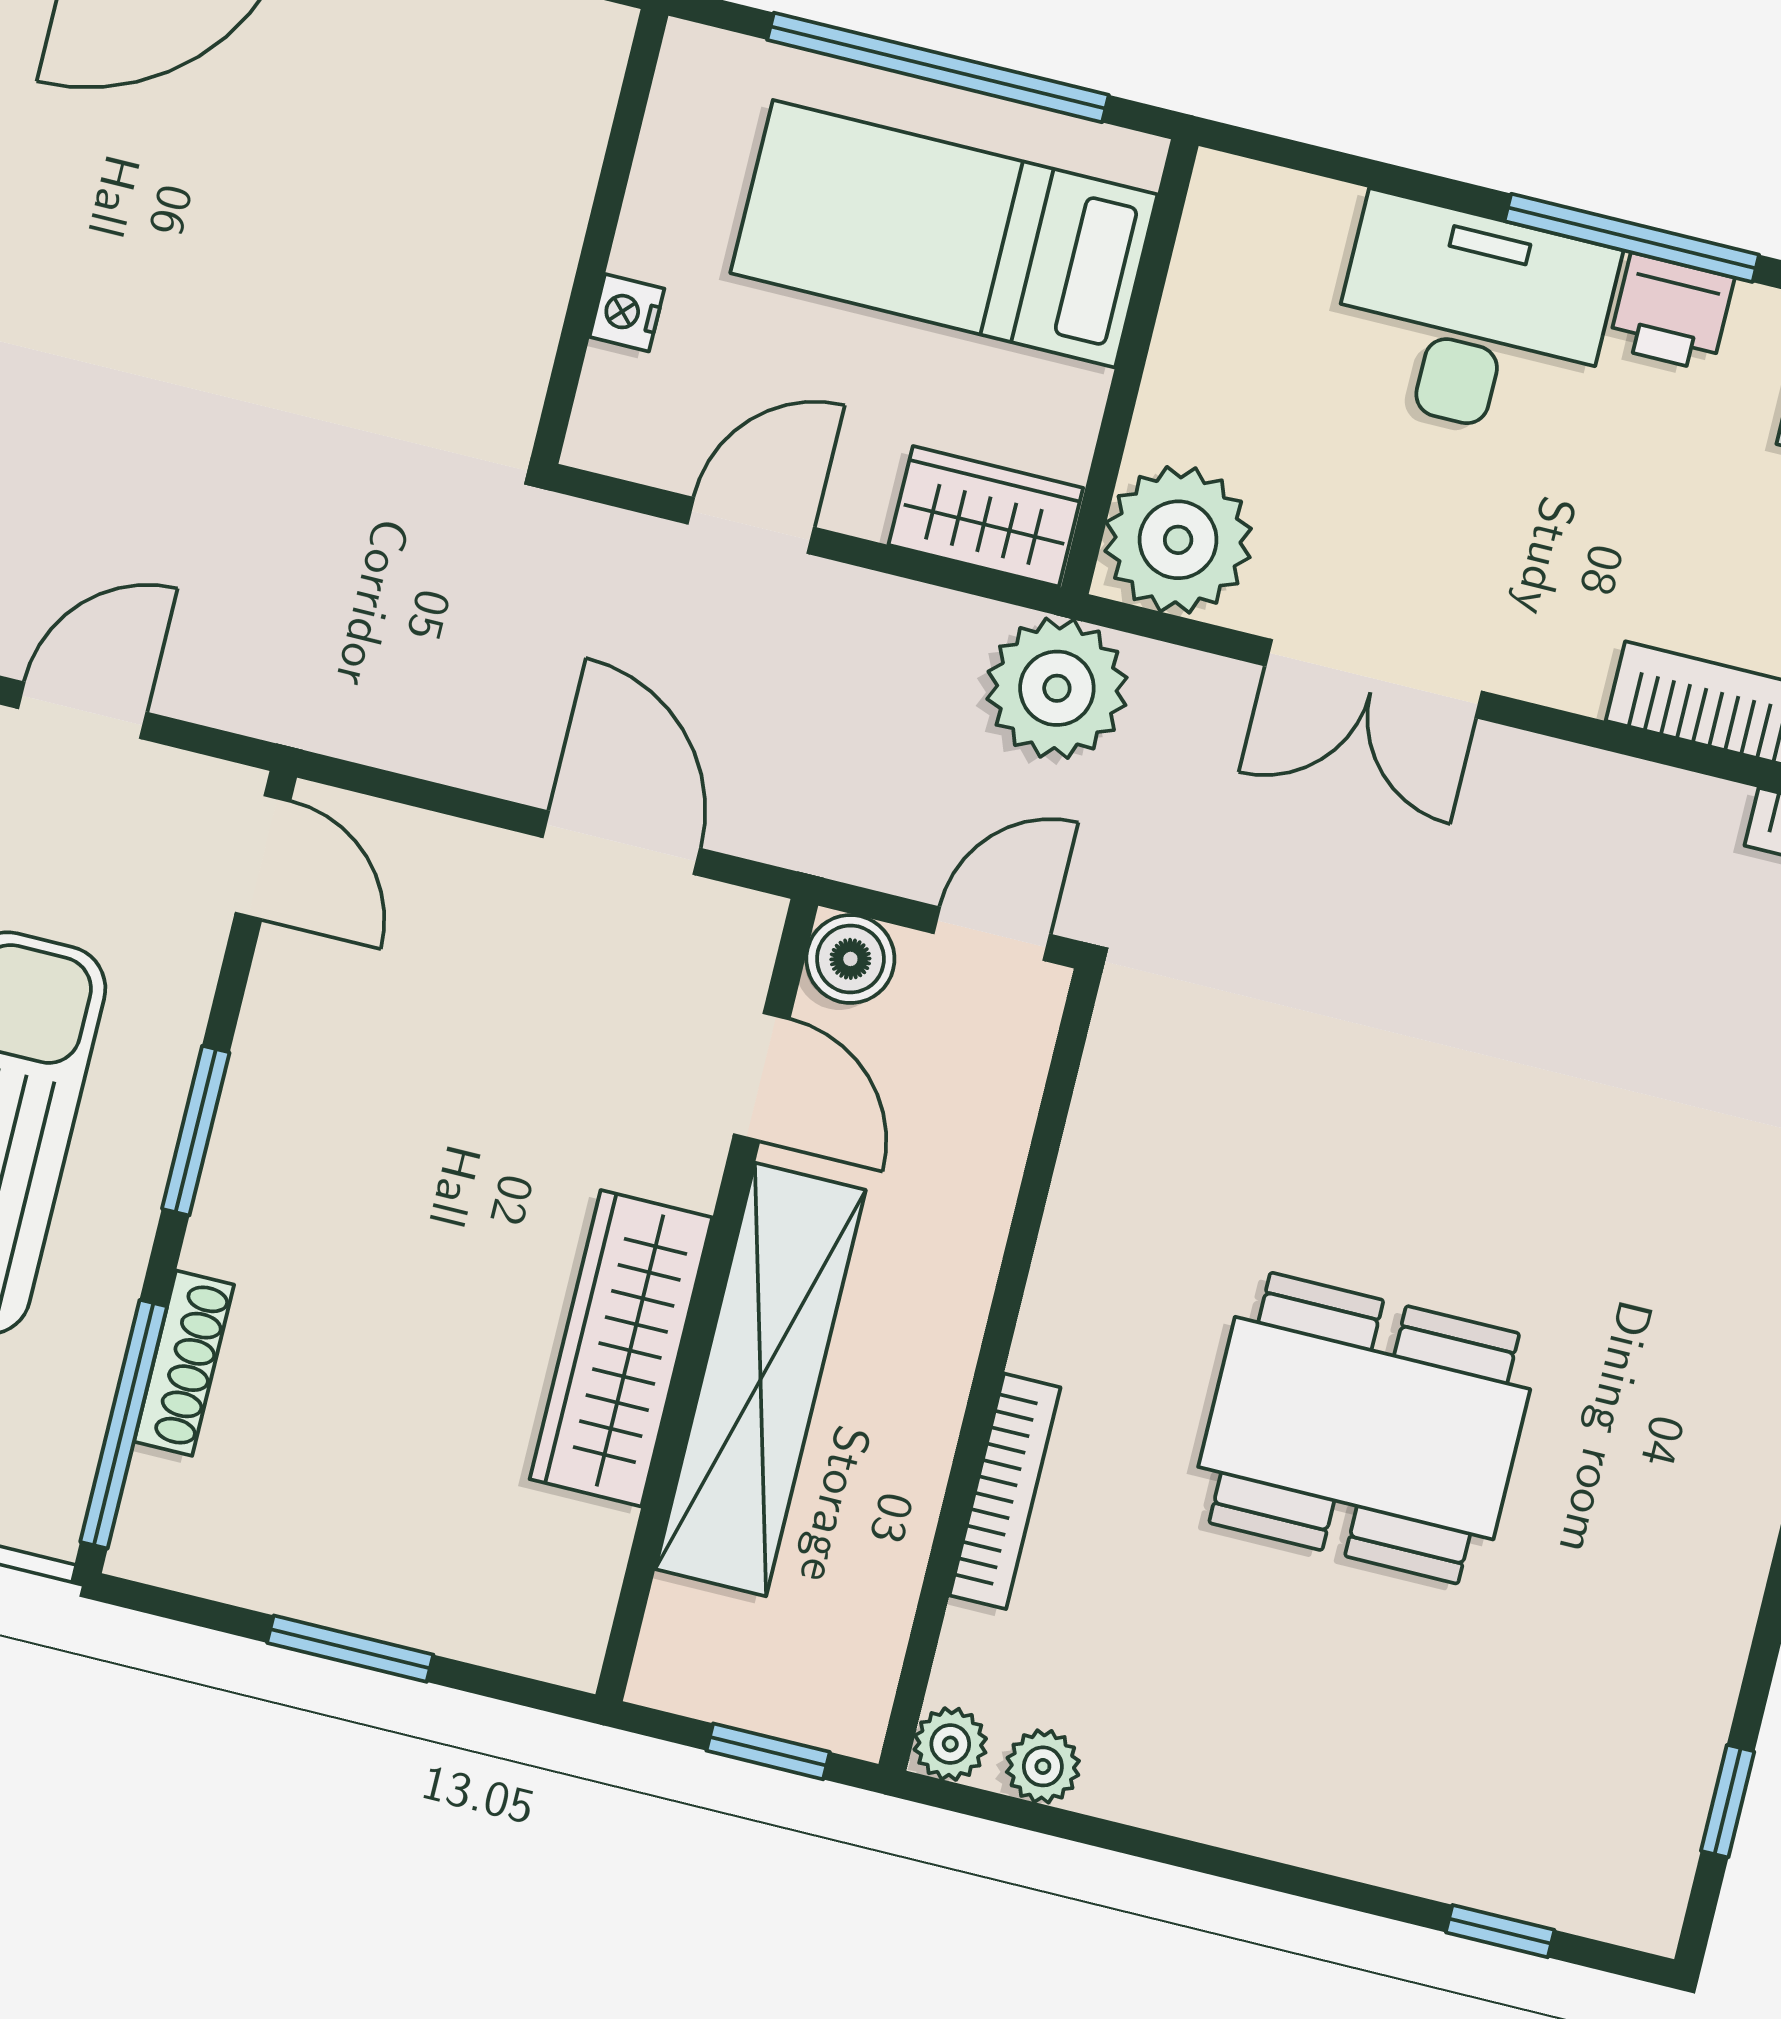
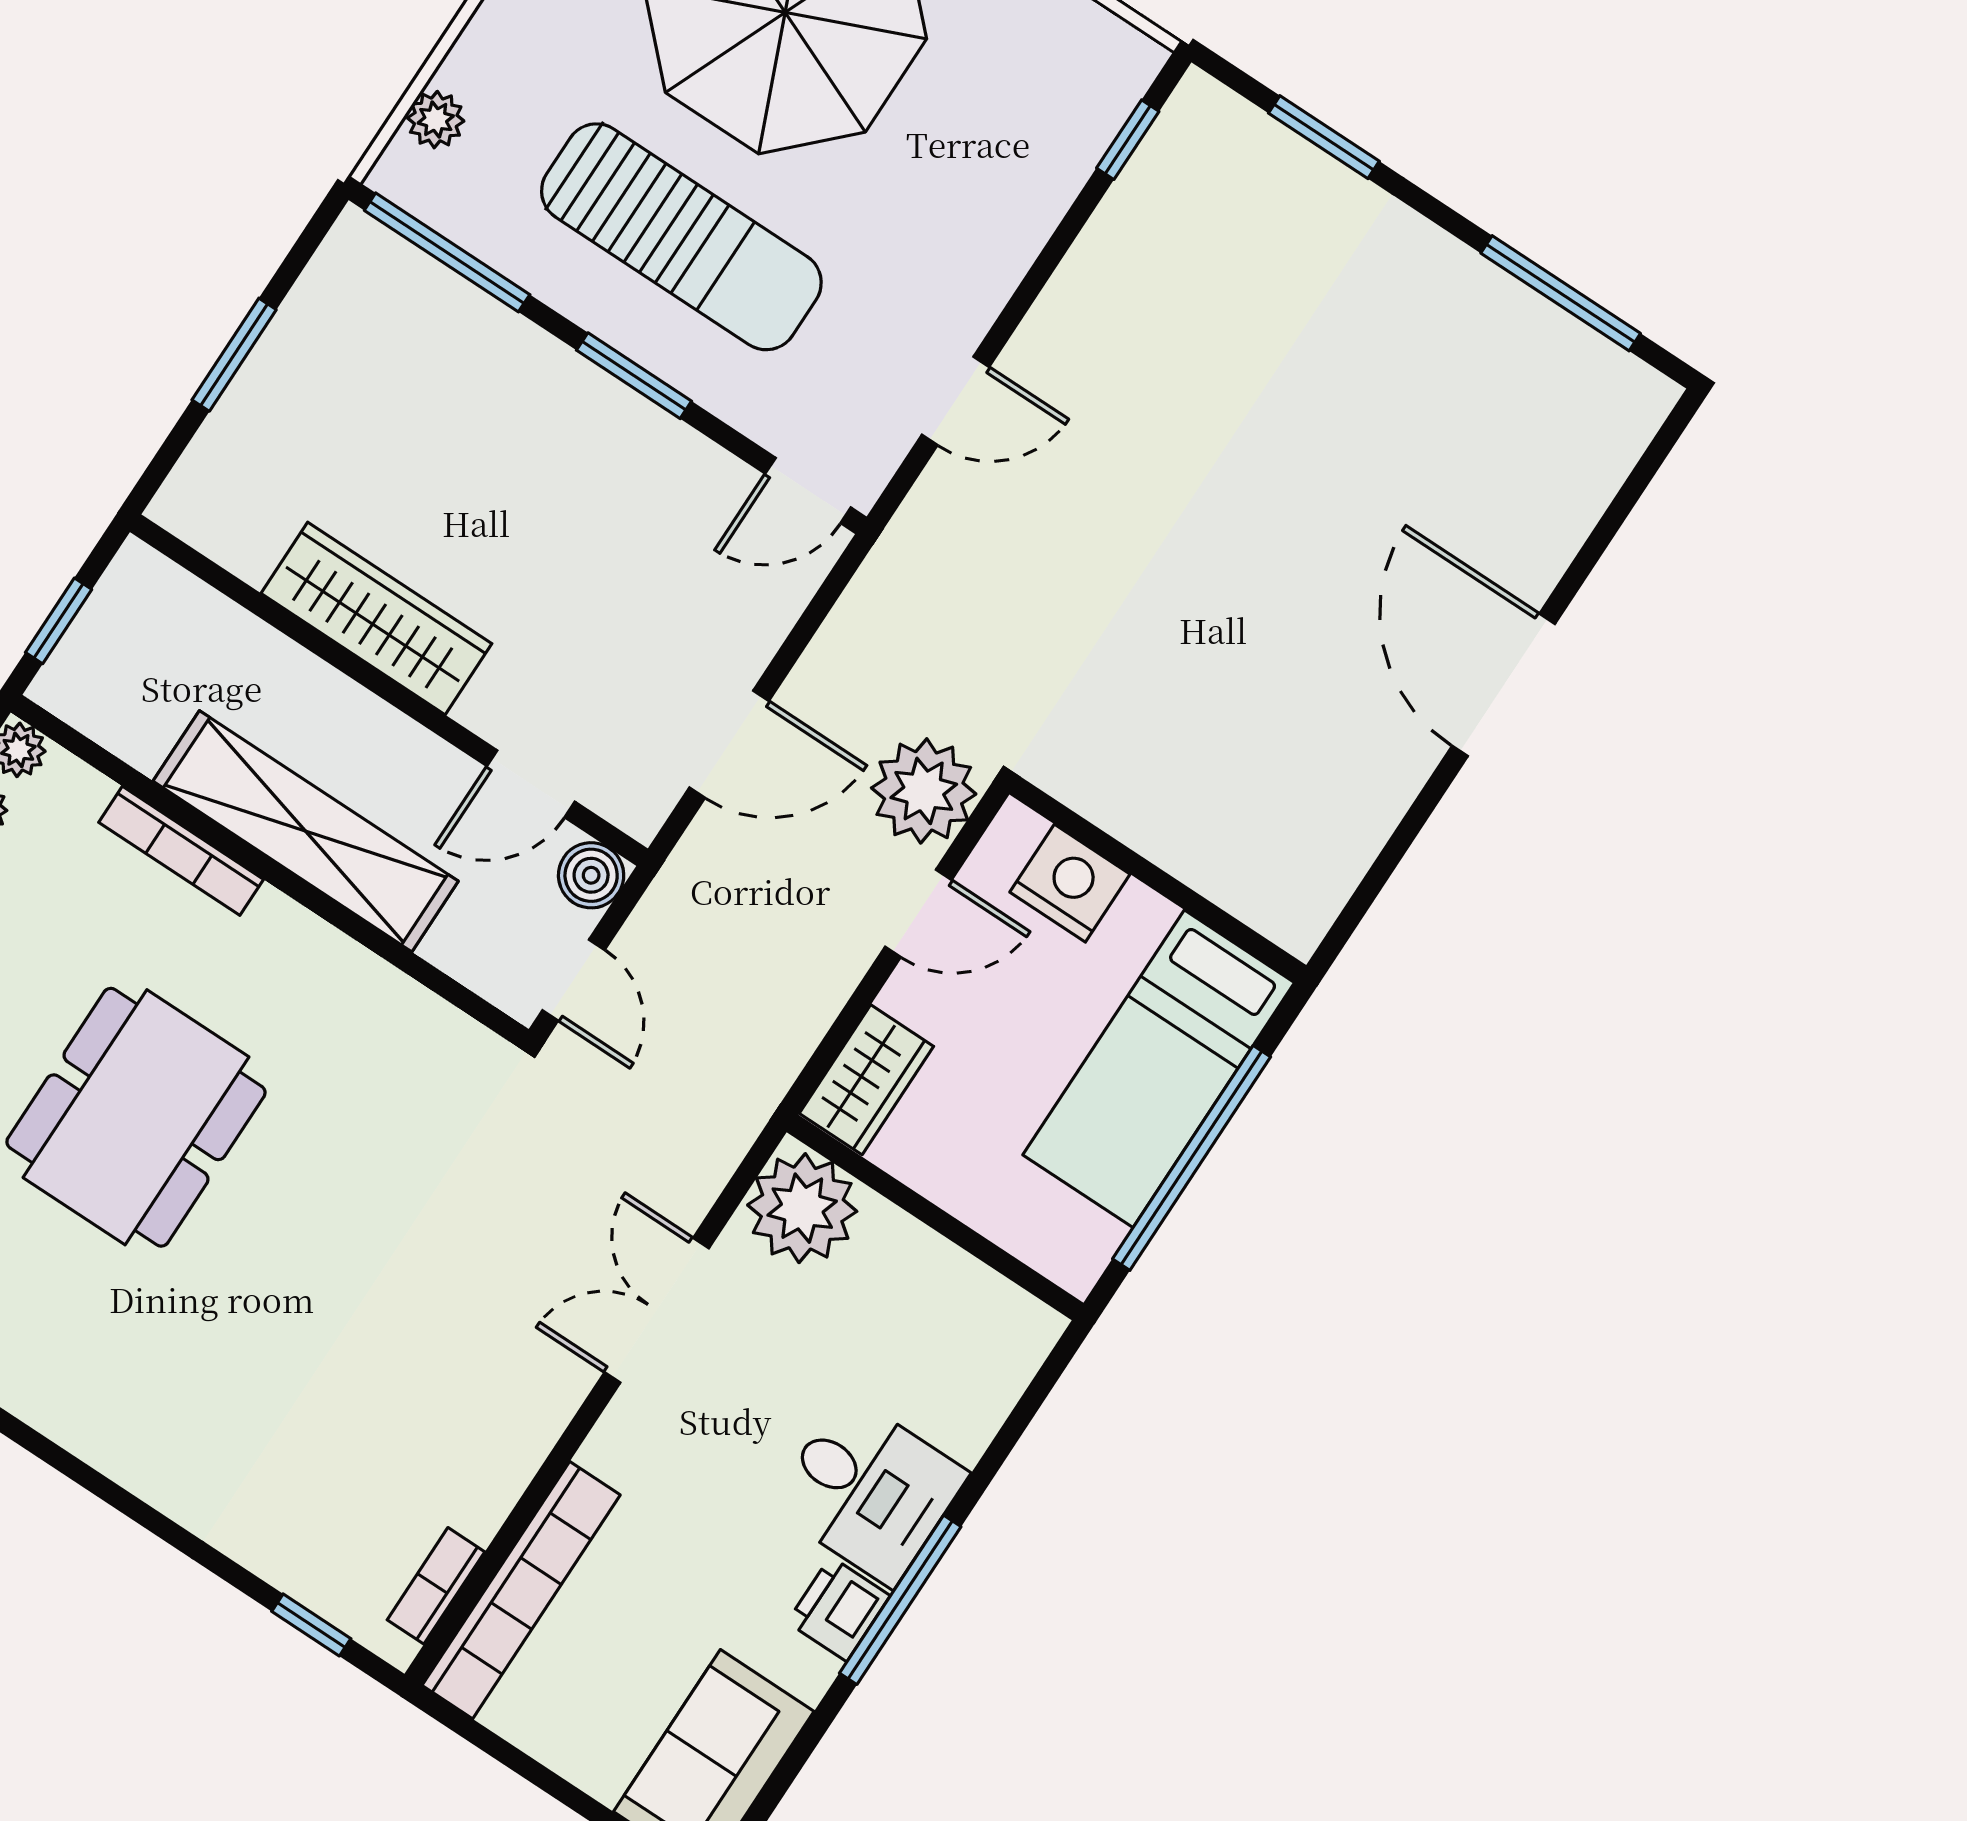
bed: (944, 234) -> (1159, 1069), moved, turned 180
nightstand: (627, 313) -> (1070, 883), width x1.89, depth x1.79
desk: (1472, 319) -> (869, 1490), width x0.73
door: (751, 526) -> (918, 913), hinge flipped
plant: (1057, 688) -> (924, 791), moved
door: (82, 710) -> (956, 401), hinge flipped
shoe rack: (184, 1363) -> (475, 310), removed
shelving: (760, 1380) -> (306, 831), moved

